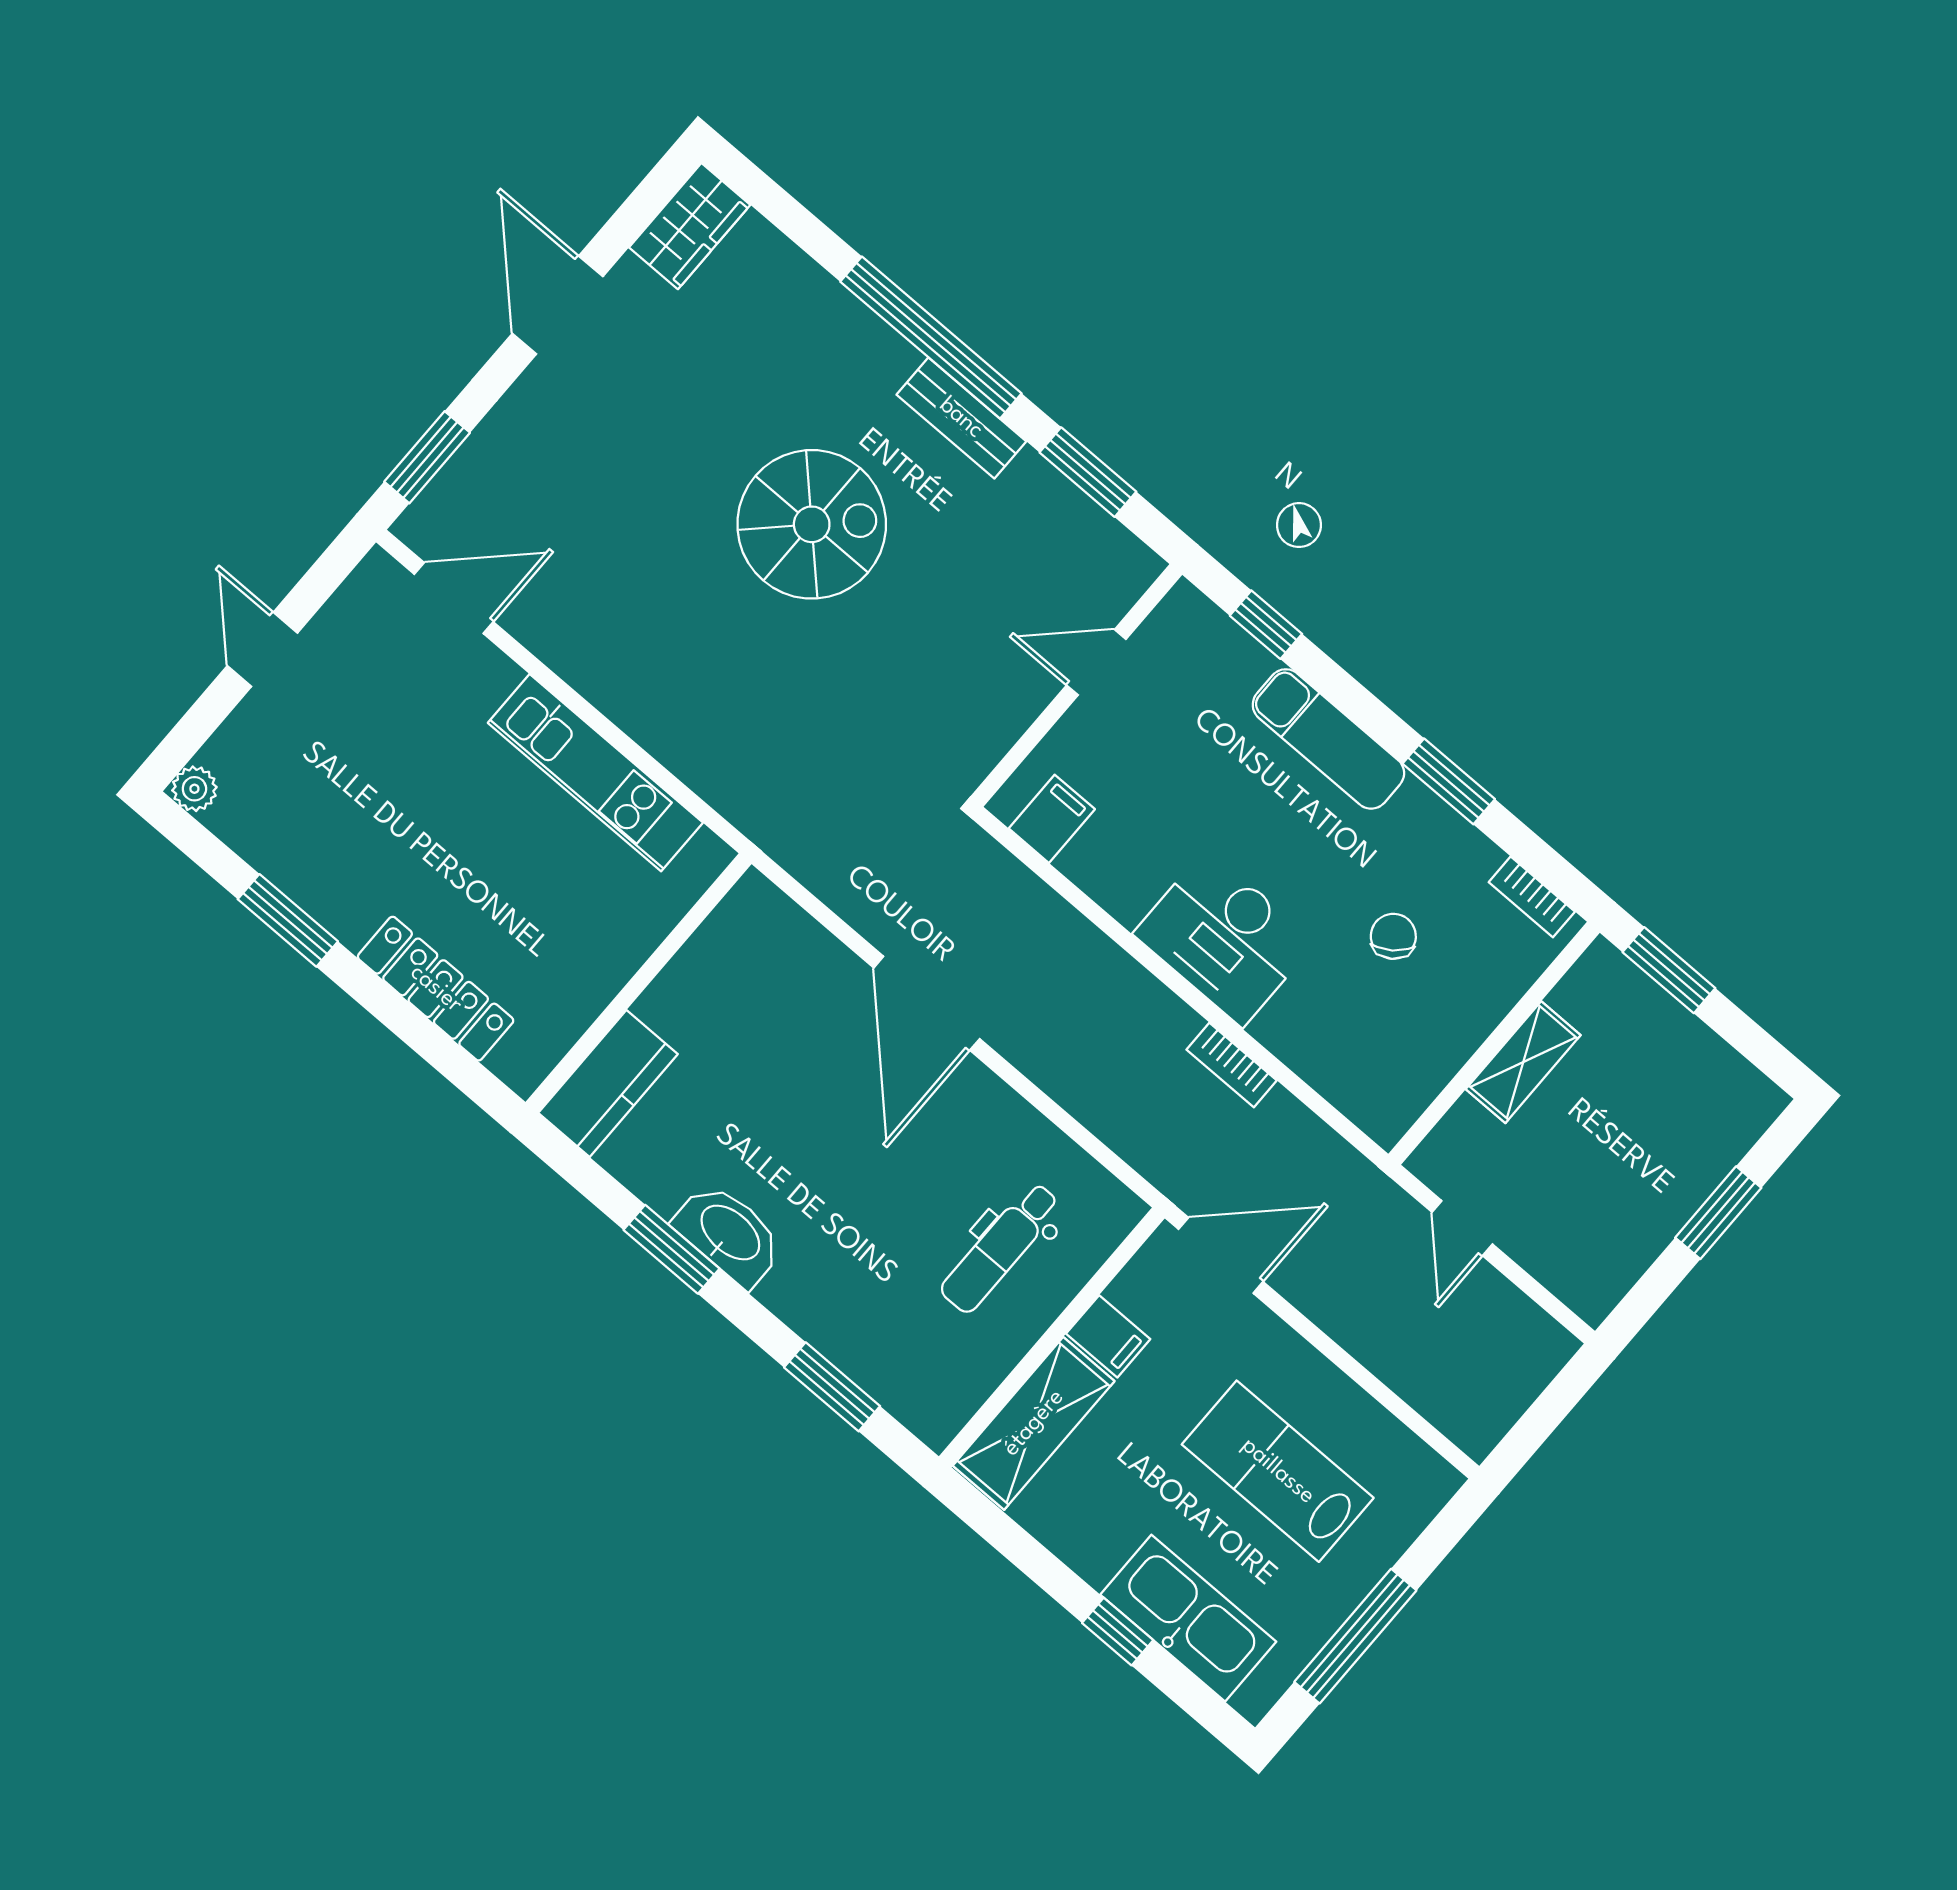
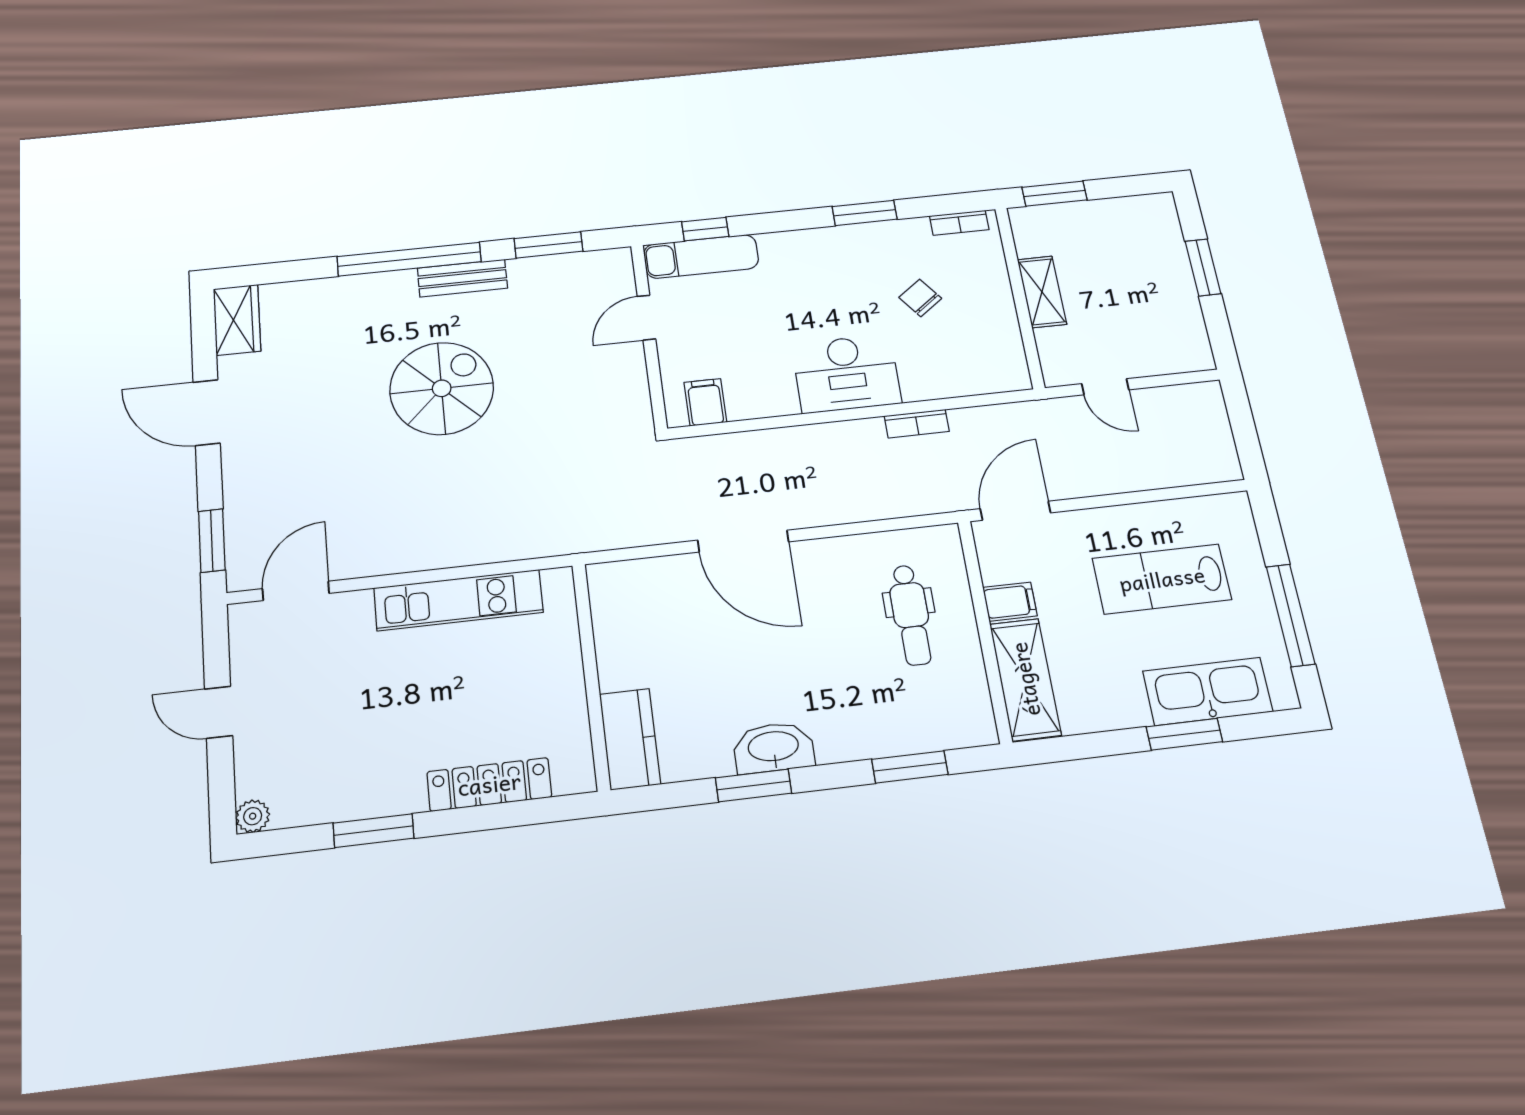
exam couch: (1328, 739) -> (701, 256), moved
window: (1118, 1632) -> (1184, 734), width x1.50

